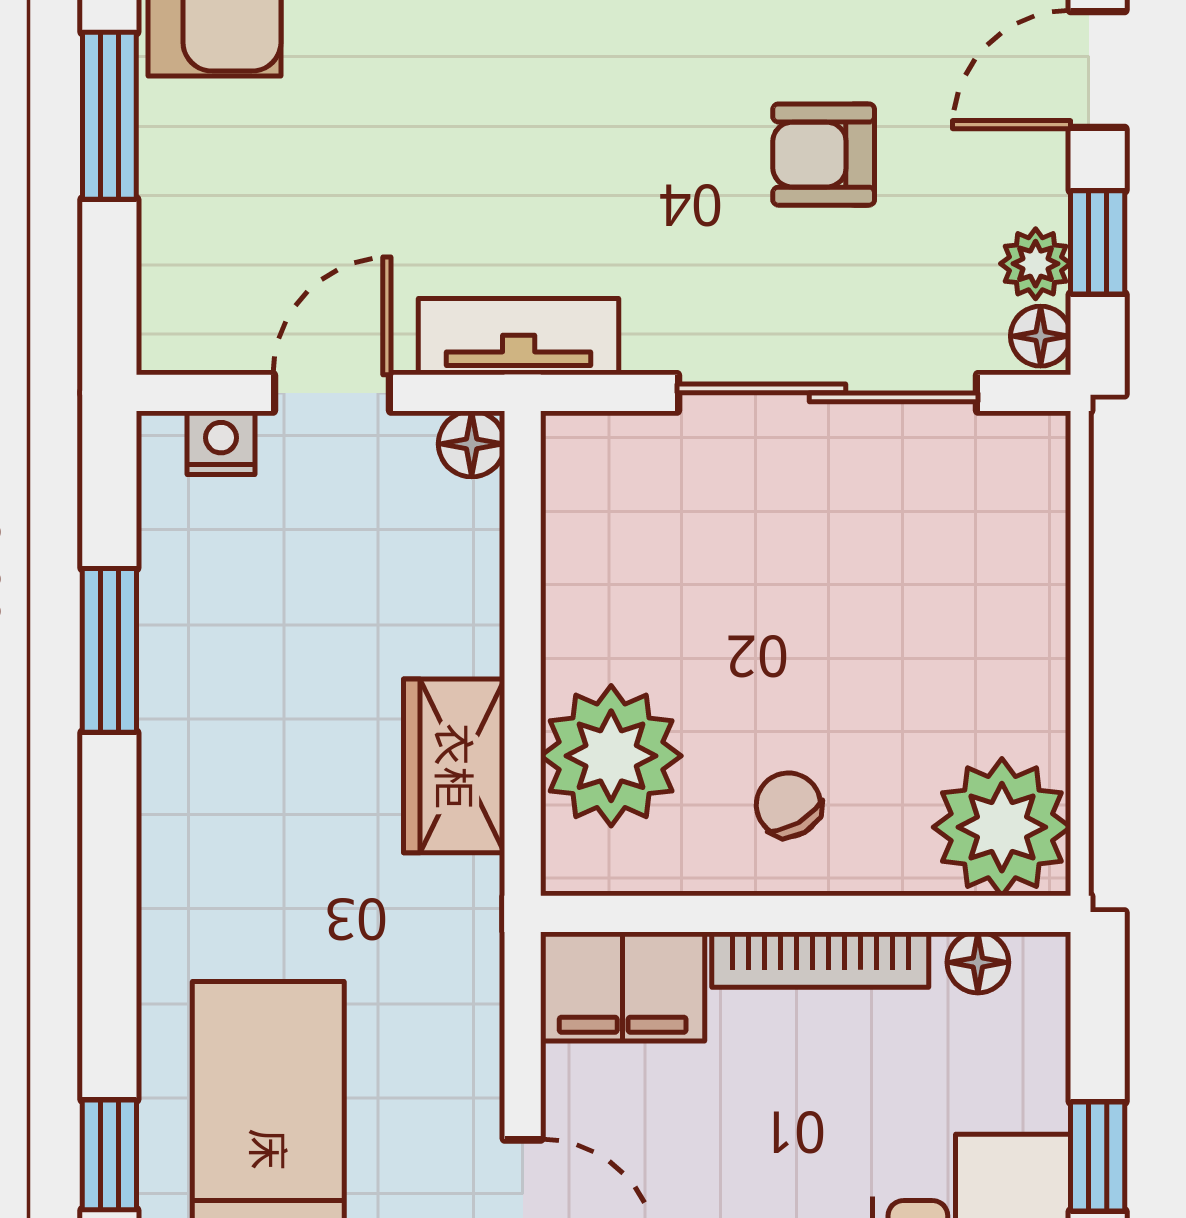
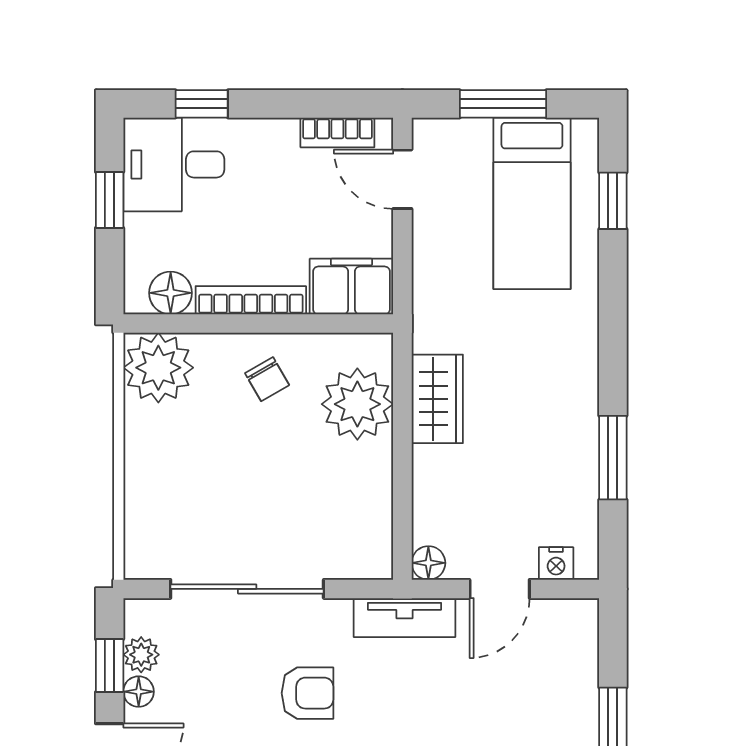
armchair: (824, 155) -> (308, 693), moved
floor lamp: (1041, 336) -> (139, 692), moved
floor lamp: (978, 962) -> (171, 293), width x1.37, depth x1.37

